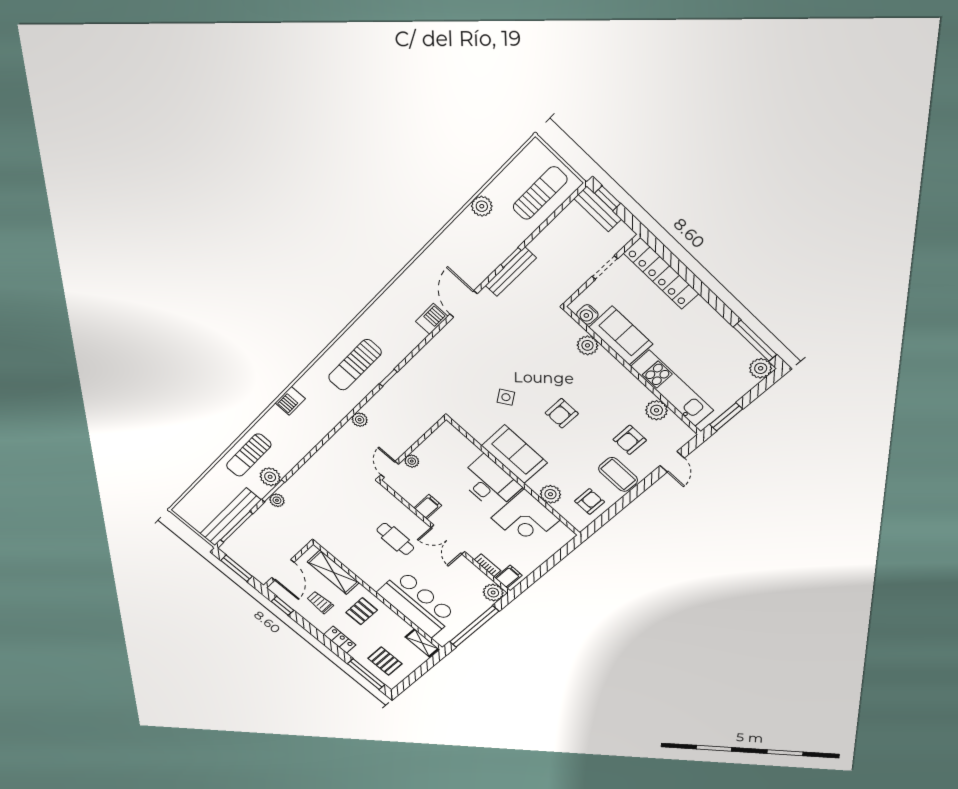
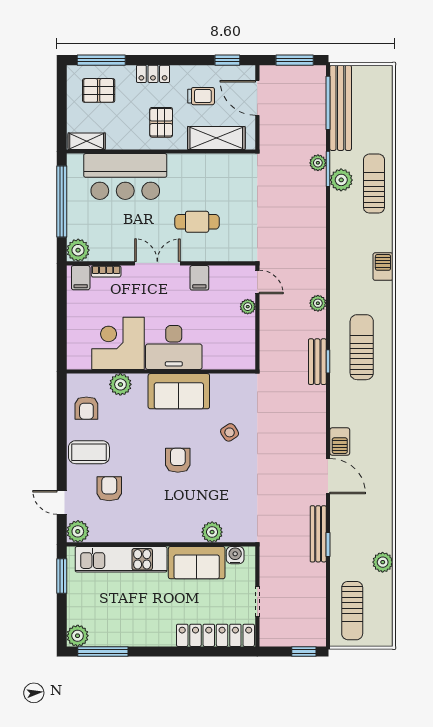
bench: (598, 209) -> (317, 362), moved, turned 90
plant: (657, 410) -> (78, 531), moved

